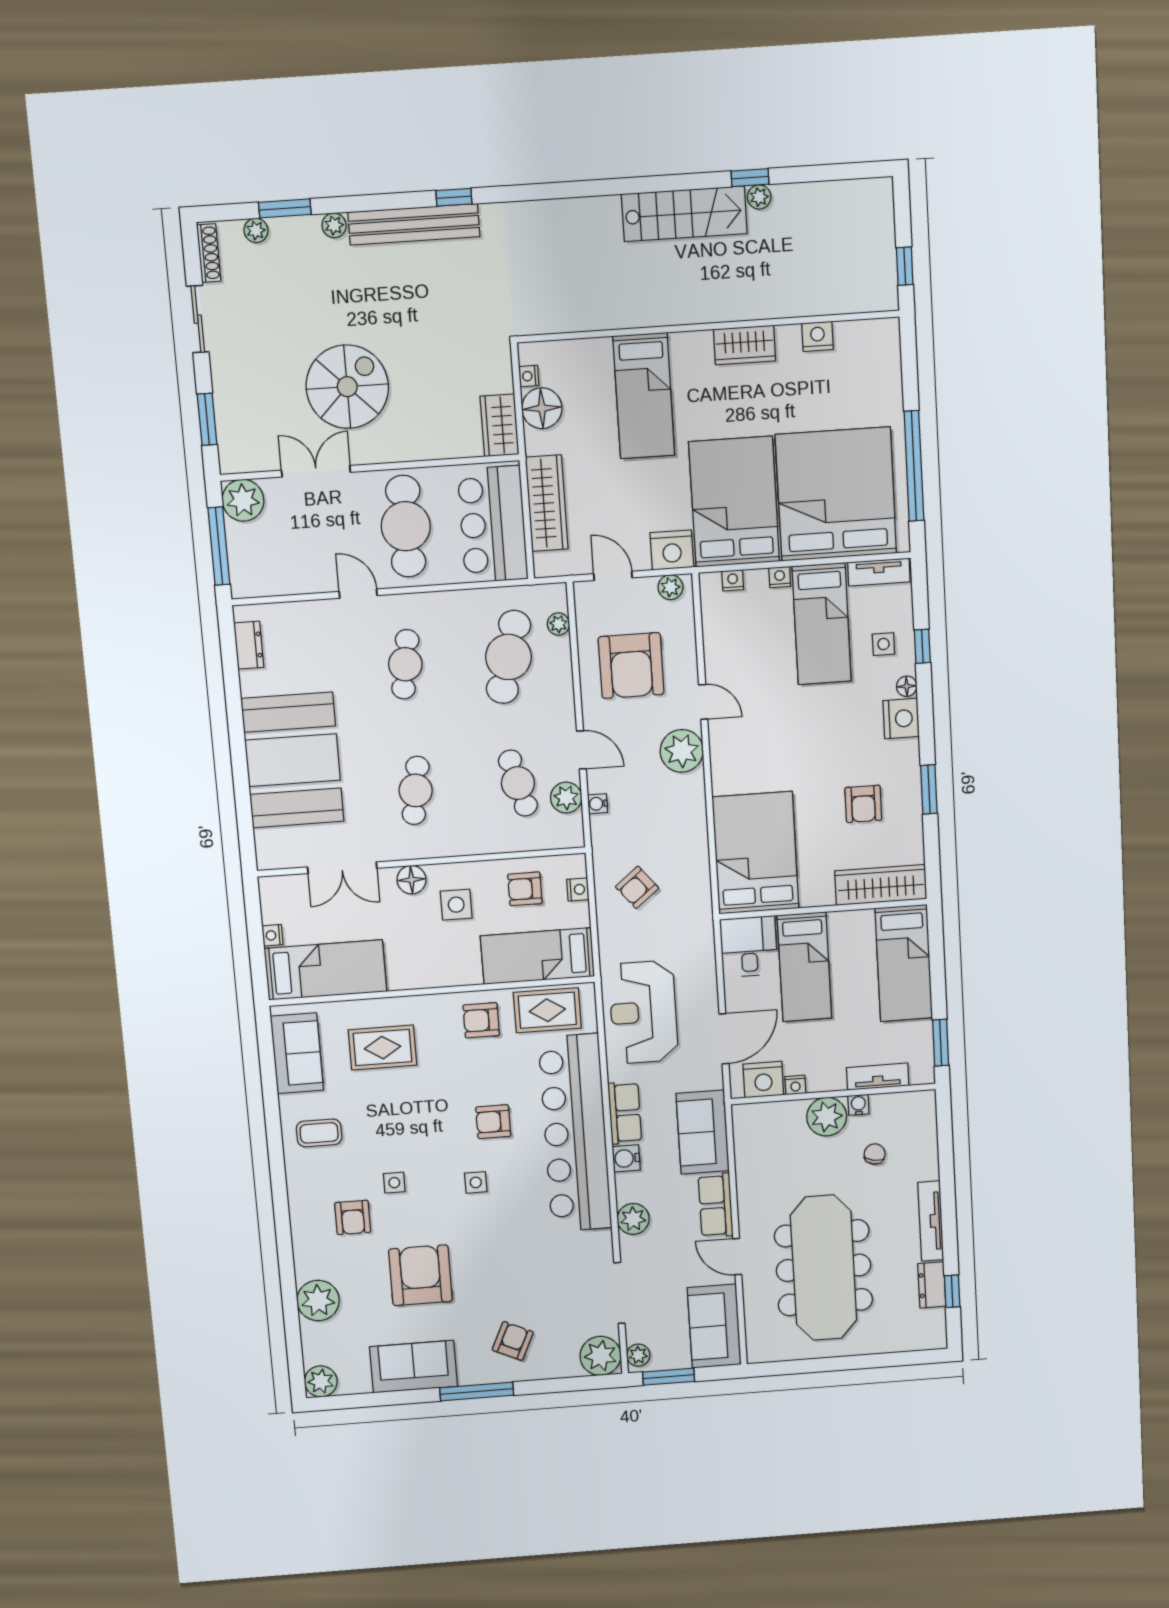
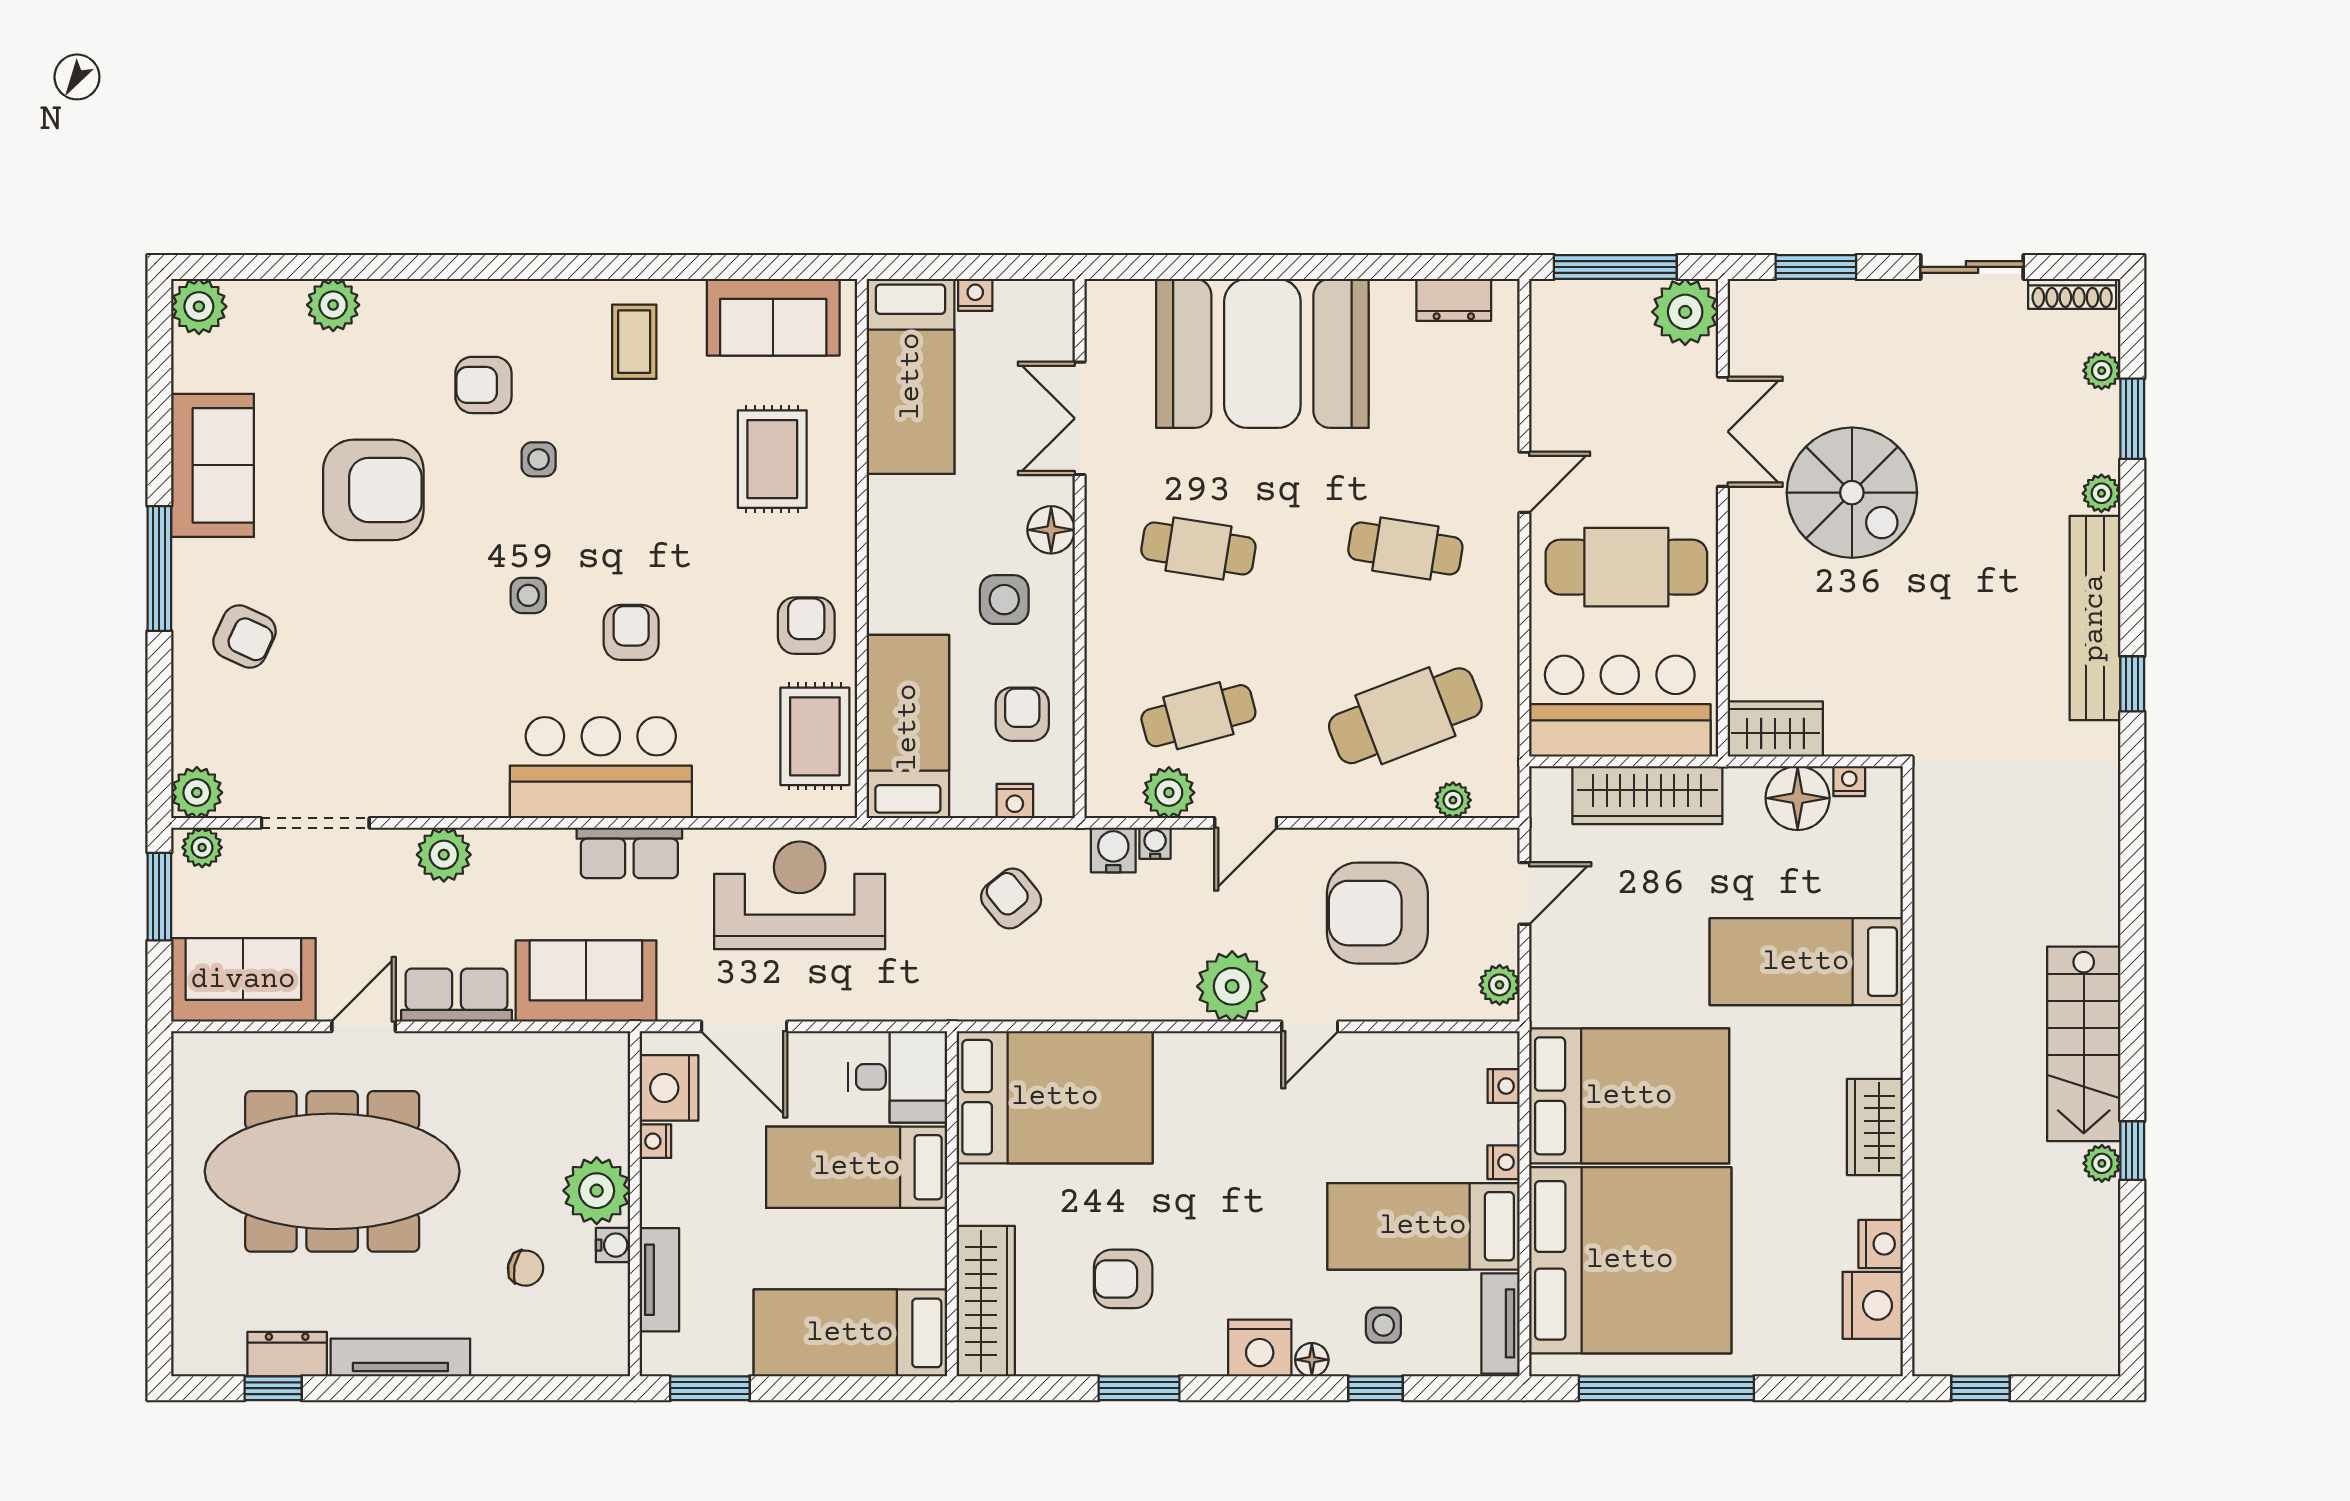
nightstand: (672, 550) -> (1873, 1305), moved, turned 180
cafe table: (508, 657) -> (1405, 716), turned -36
bar counter: (575, 1133) -> (601, 768), width x0.54
water cooler: (626, 1158) -> (1113, 850), moved
plant: (318, 1300) -> (333, 305), width x0.73, depth x0.73
plant: (600, 1356) -> (197, 793), width x0.73, depth x0.73

